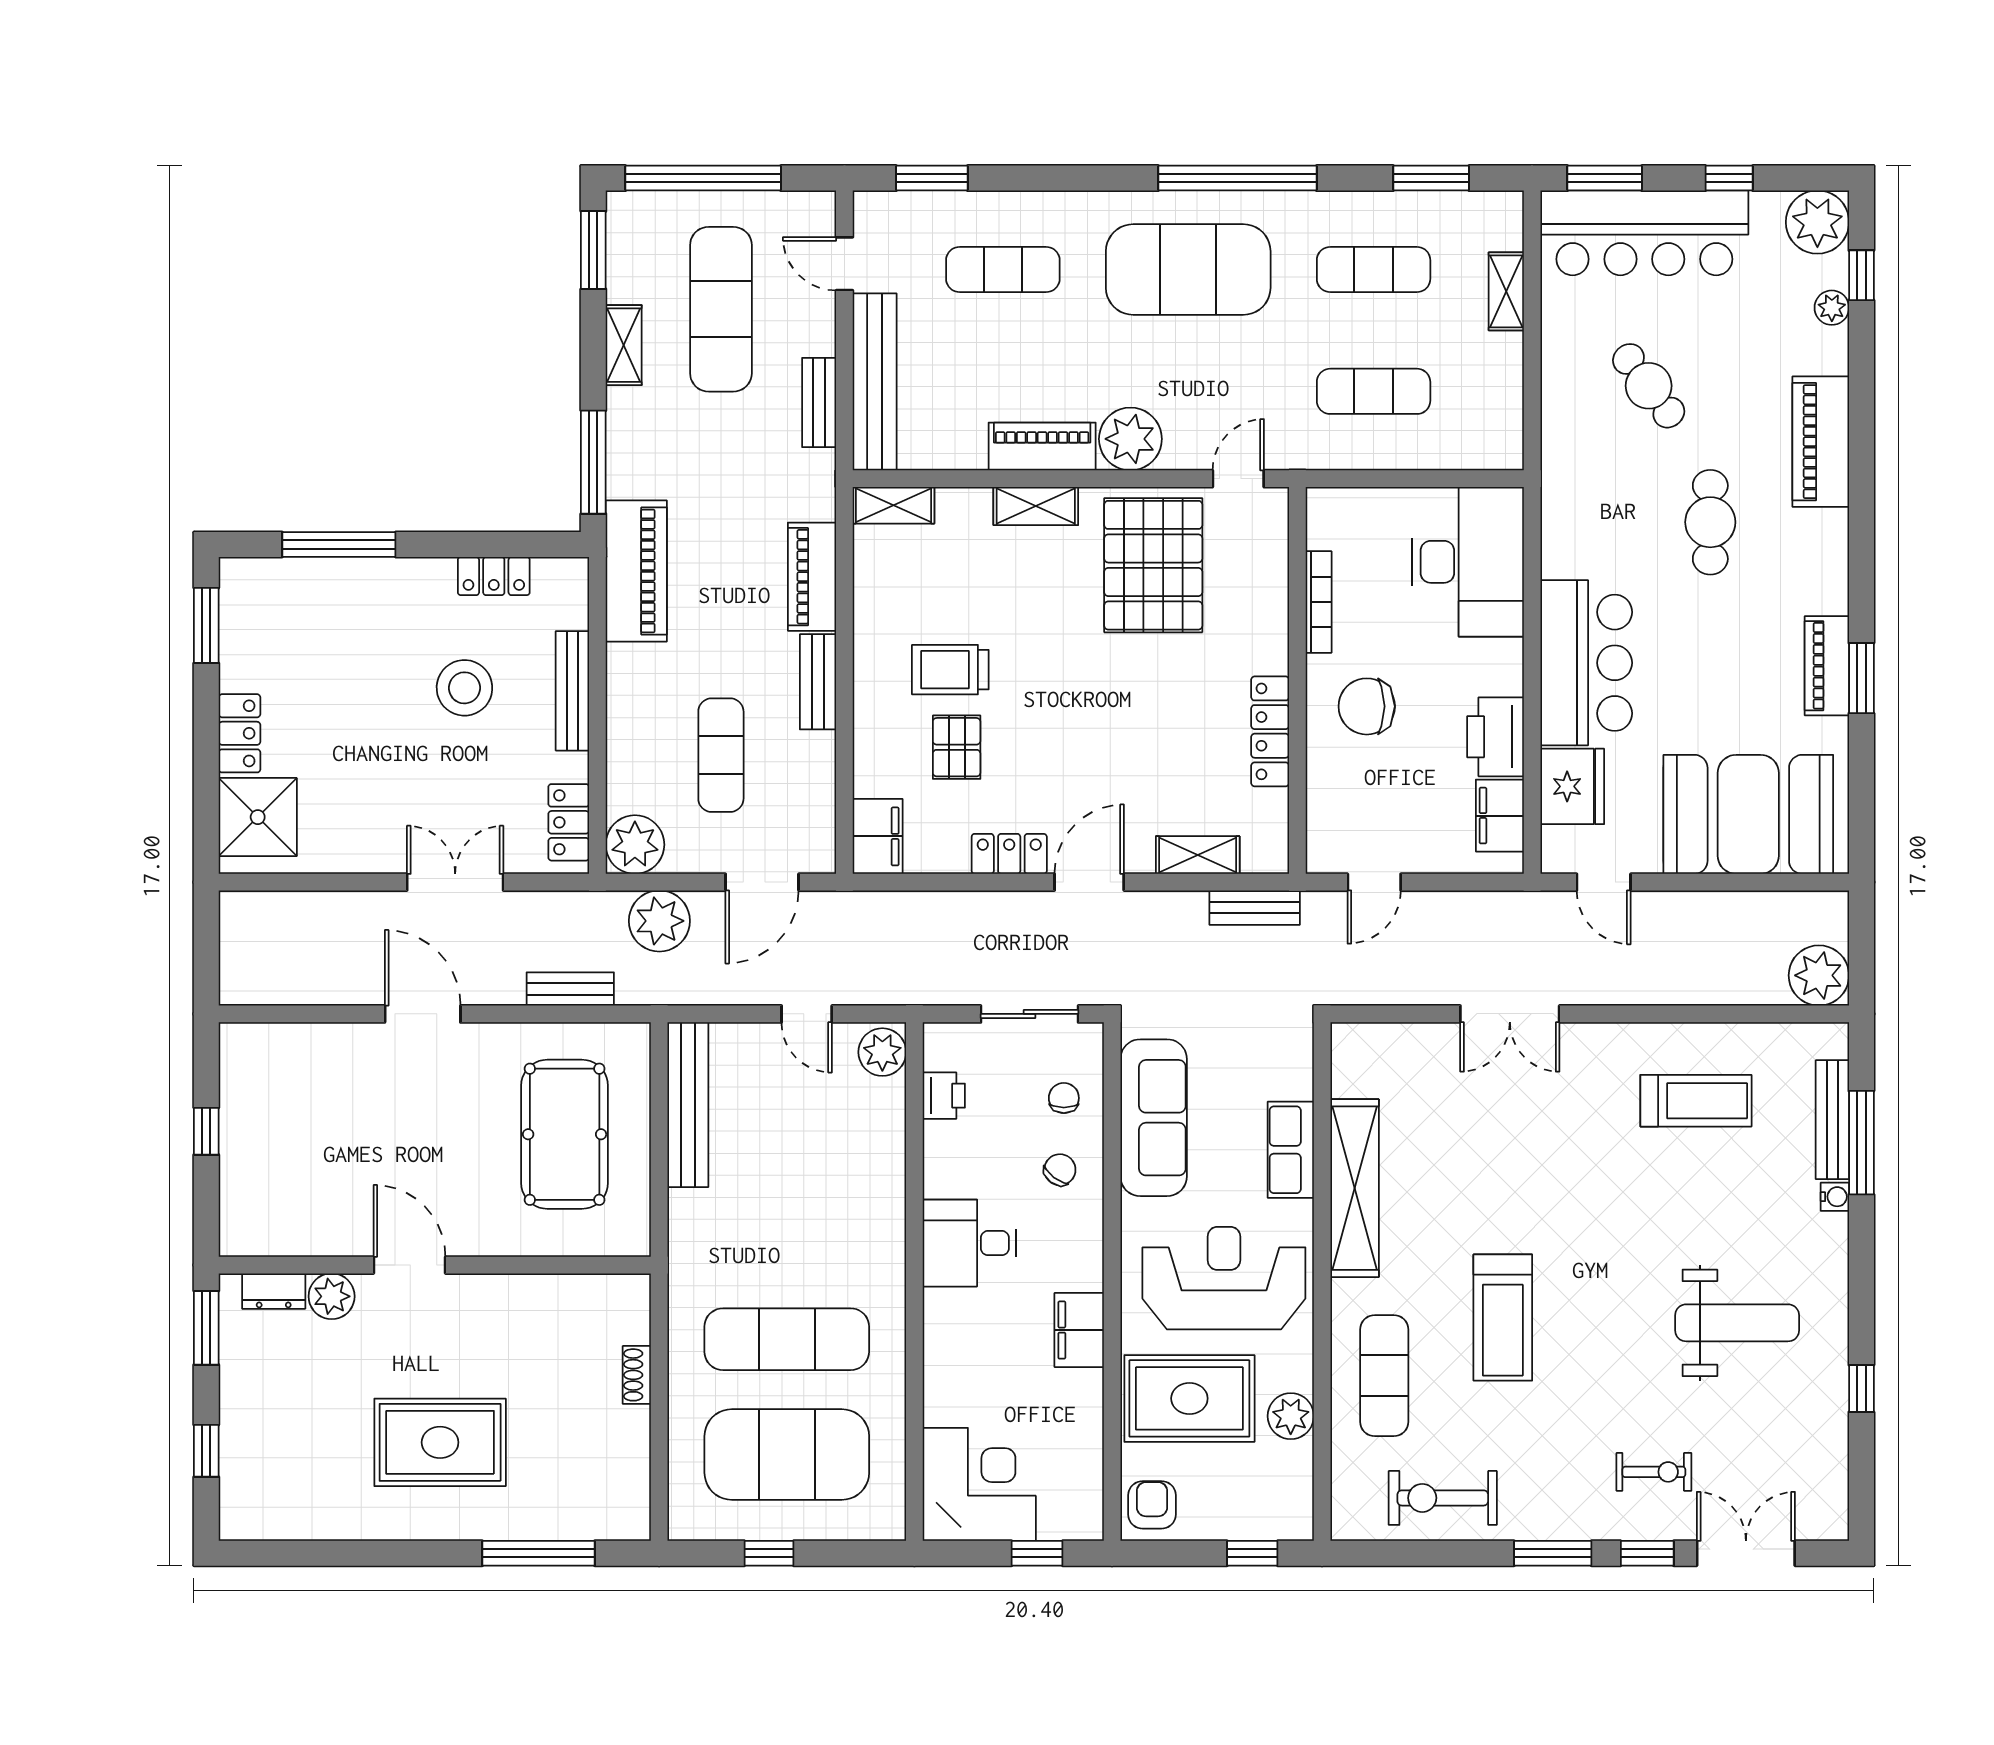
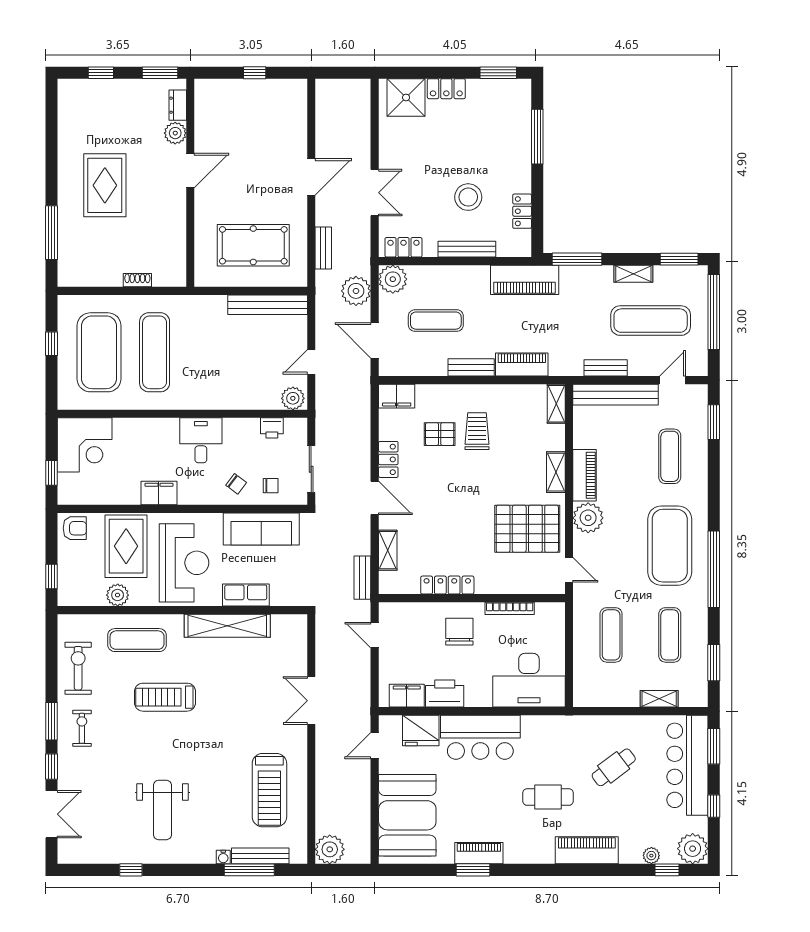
treadmill: (1696, 1101) -> (269, 790), width x1.37, depth x1.38
exercise bike: (1654, 1472) -> (82, 728), moved, turned 180

